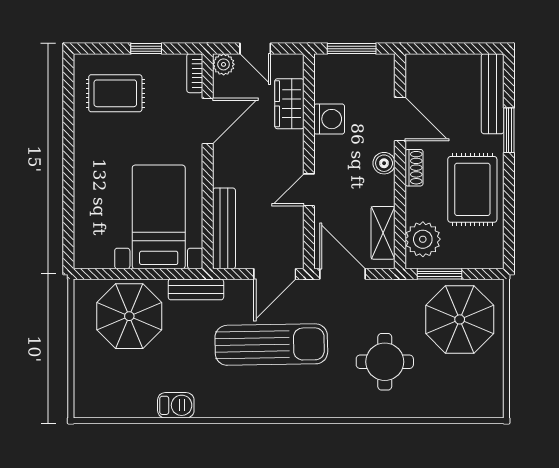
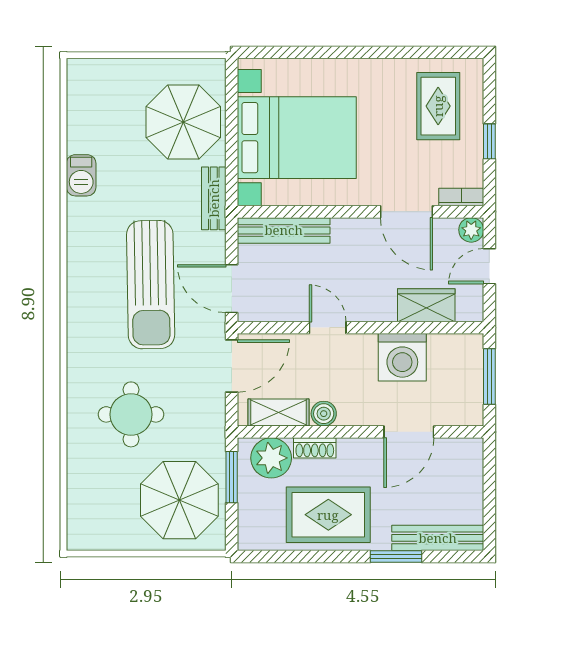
washing machine: (329, 119) -> (402, 357), width x1.37, depth x1.37
boiler: (384, 163) -> (324, 414), moved
shoe rack: (414, 168) -> (315, 448), moved
bed with nightstands: (159, 217) -> (297, 138), width x1.36

